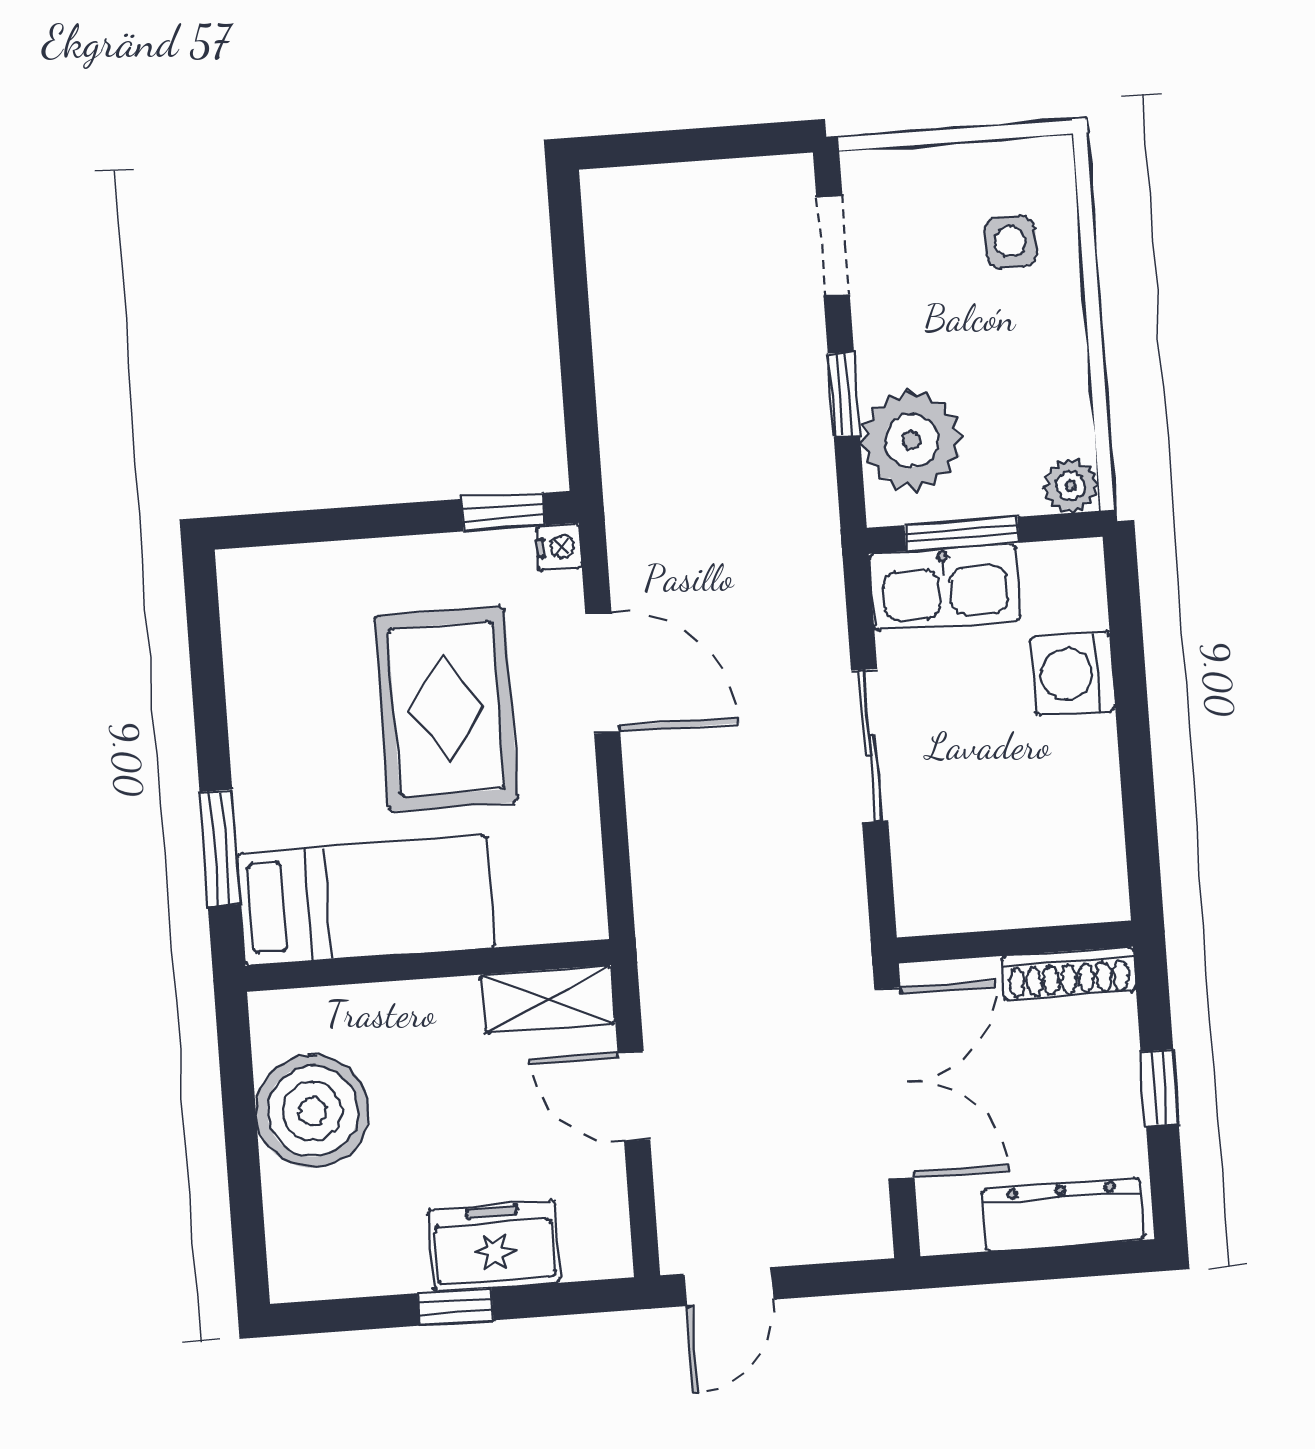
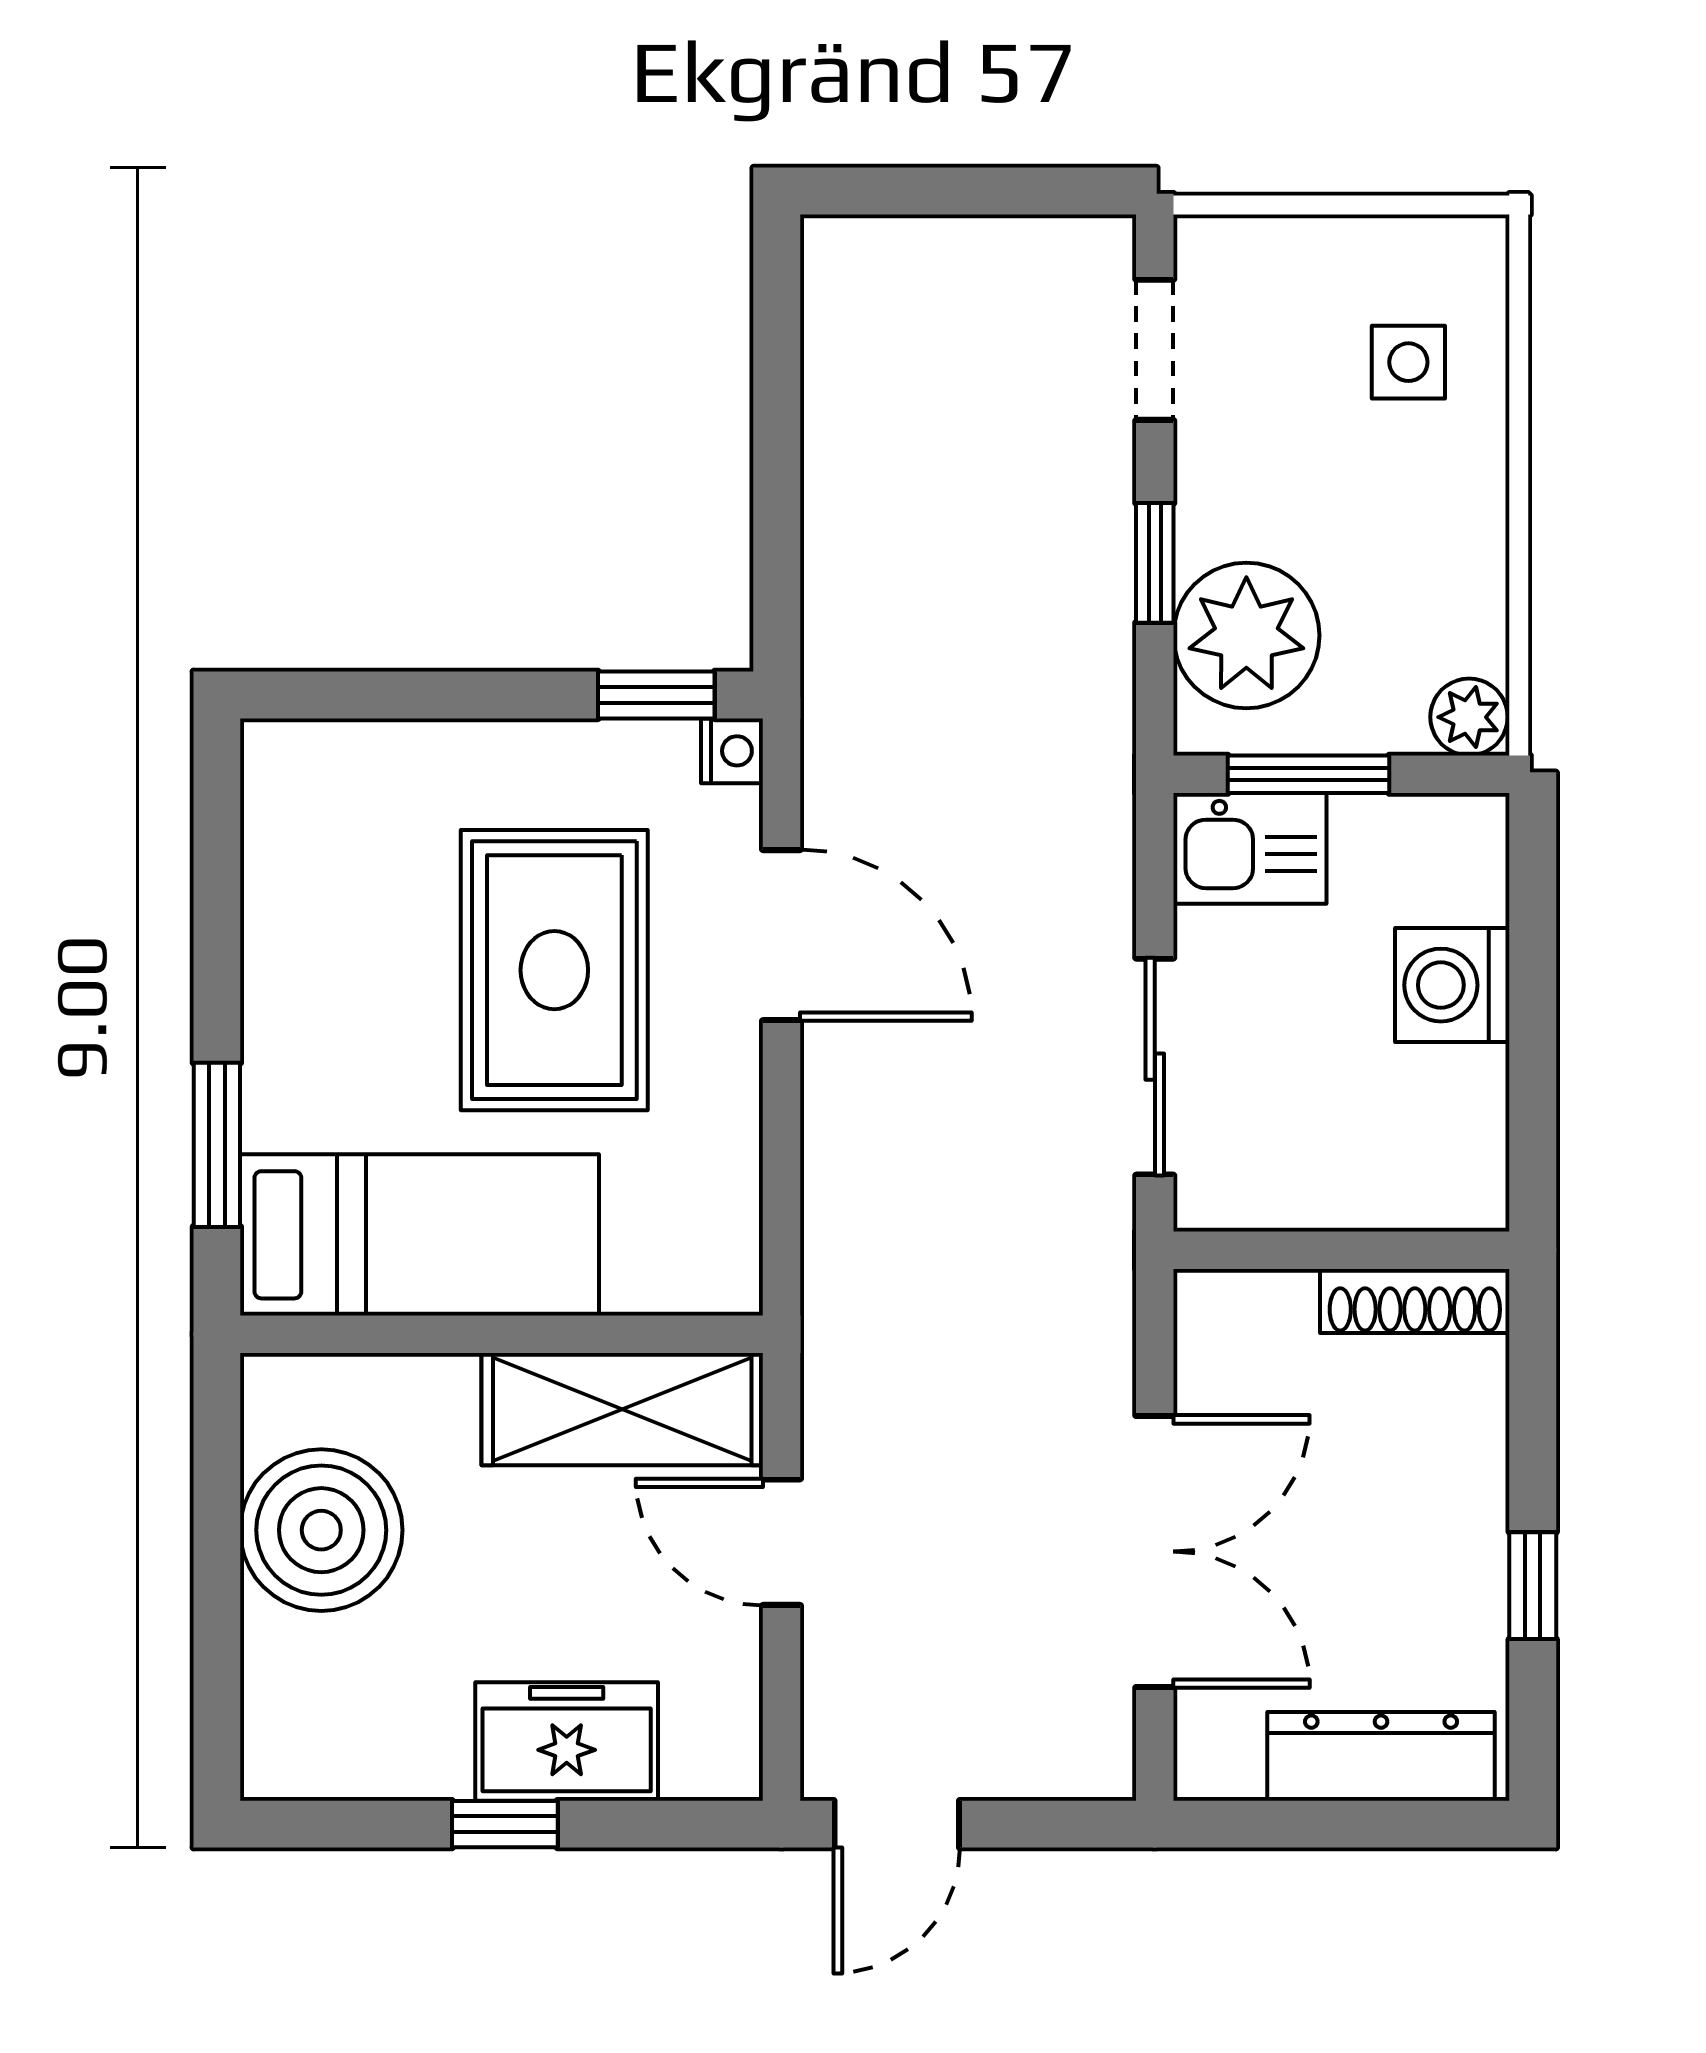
kitchen sink: (945, 587) -> (1250, 848), width x0.73
wall: (1015, 942) -> (1341, 1250), moved
shoe rack: (1069, 974) -> (1415, 1301), moved
shelving: (548, 999) -> (622, 1409), width x1.50, depth x1.33

